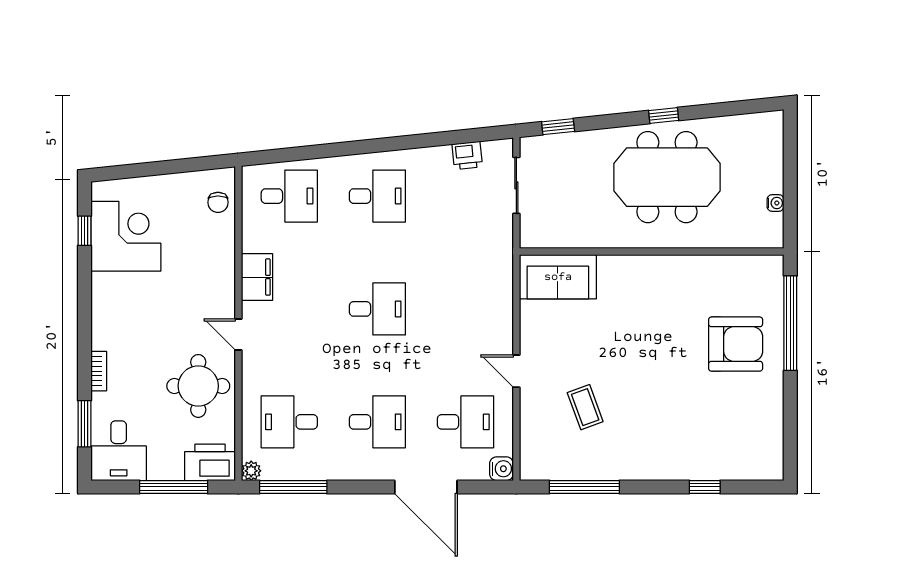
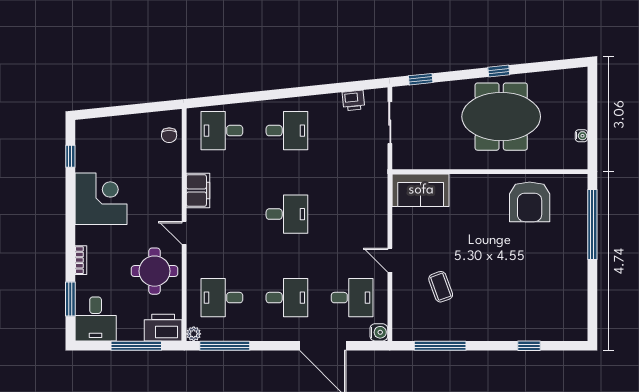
desk: (289, 196) -> (222, 131), turned 180
corner desk: (126, 236) -> (101, 199), moved
armchair: (736, 344) -> (530, 202), moved, turned 90

